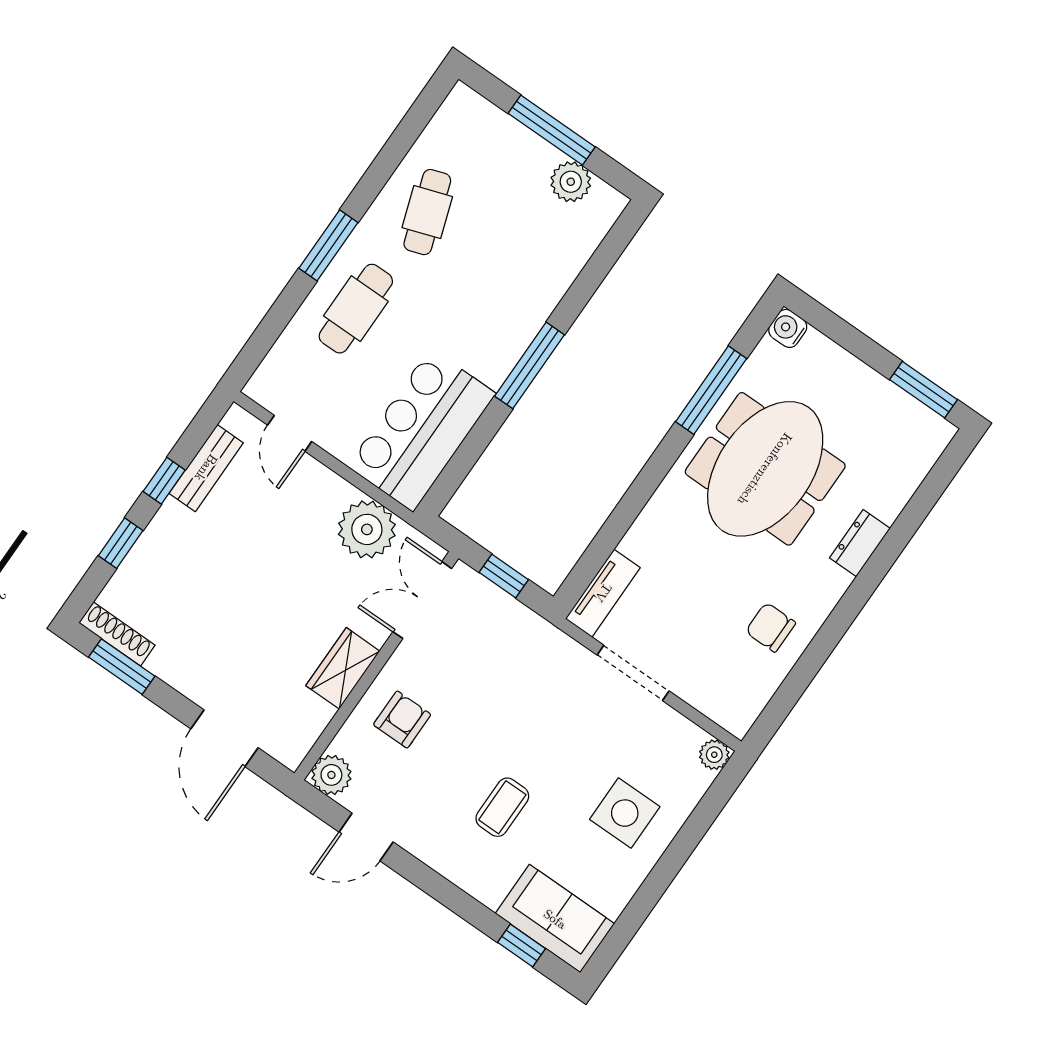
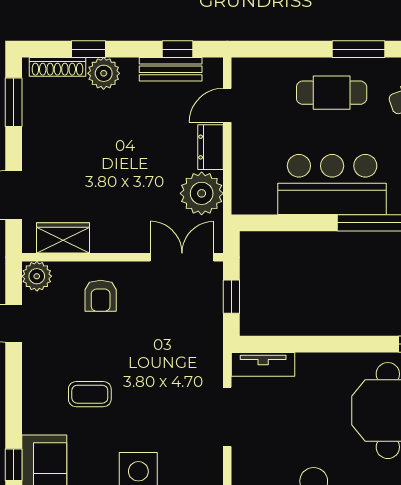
bar counter: (422, 430) -> (332, 184), moved
window: (164, 481) -> (177, 49), moved
dresser: (323, 484) -> (211, 147), added
plant: (159, 545) -> (104, 73), added
shoe rack: (117, 634) -> (57, 67), moved, turned 90
wardrobe: (343, 668) -> (63, 238), moved
armchair: (402, 720) -> (101, 296), turned 90

